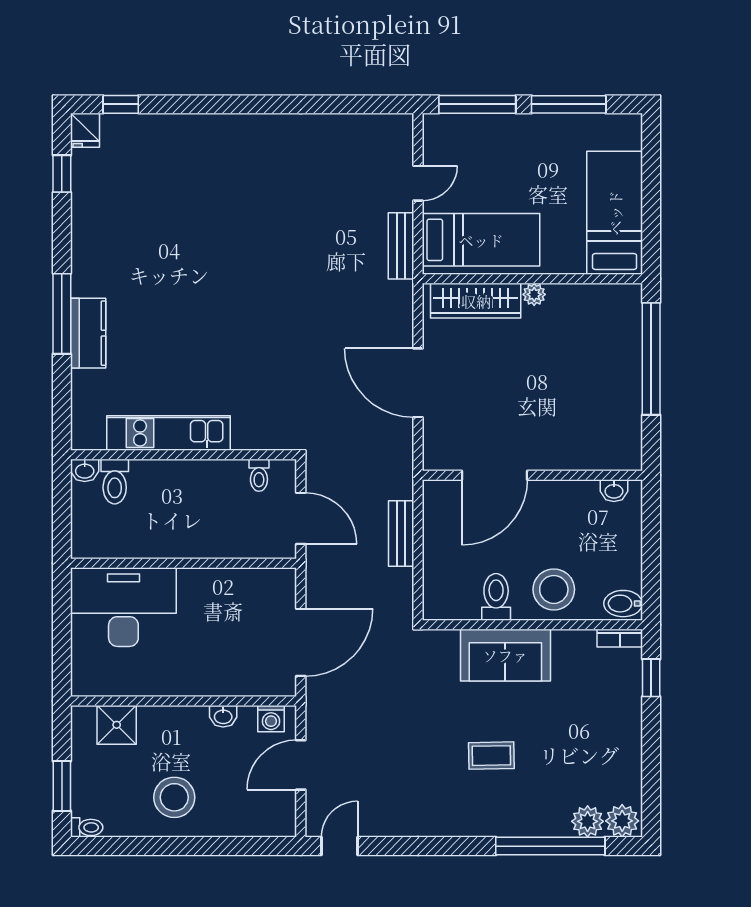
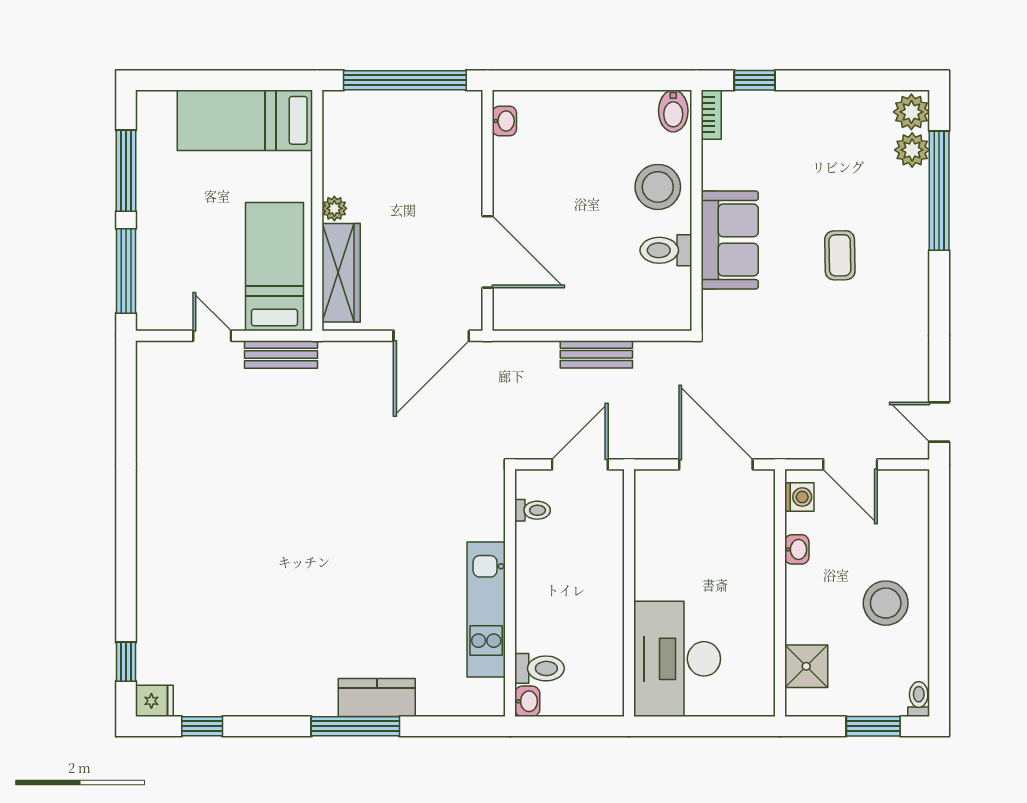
door: (495, 475) -> (488, 252), moved
wall: (532, 475) -> (488, 210), moved
washbasin: (614, 491) -> (504, 121), moved

